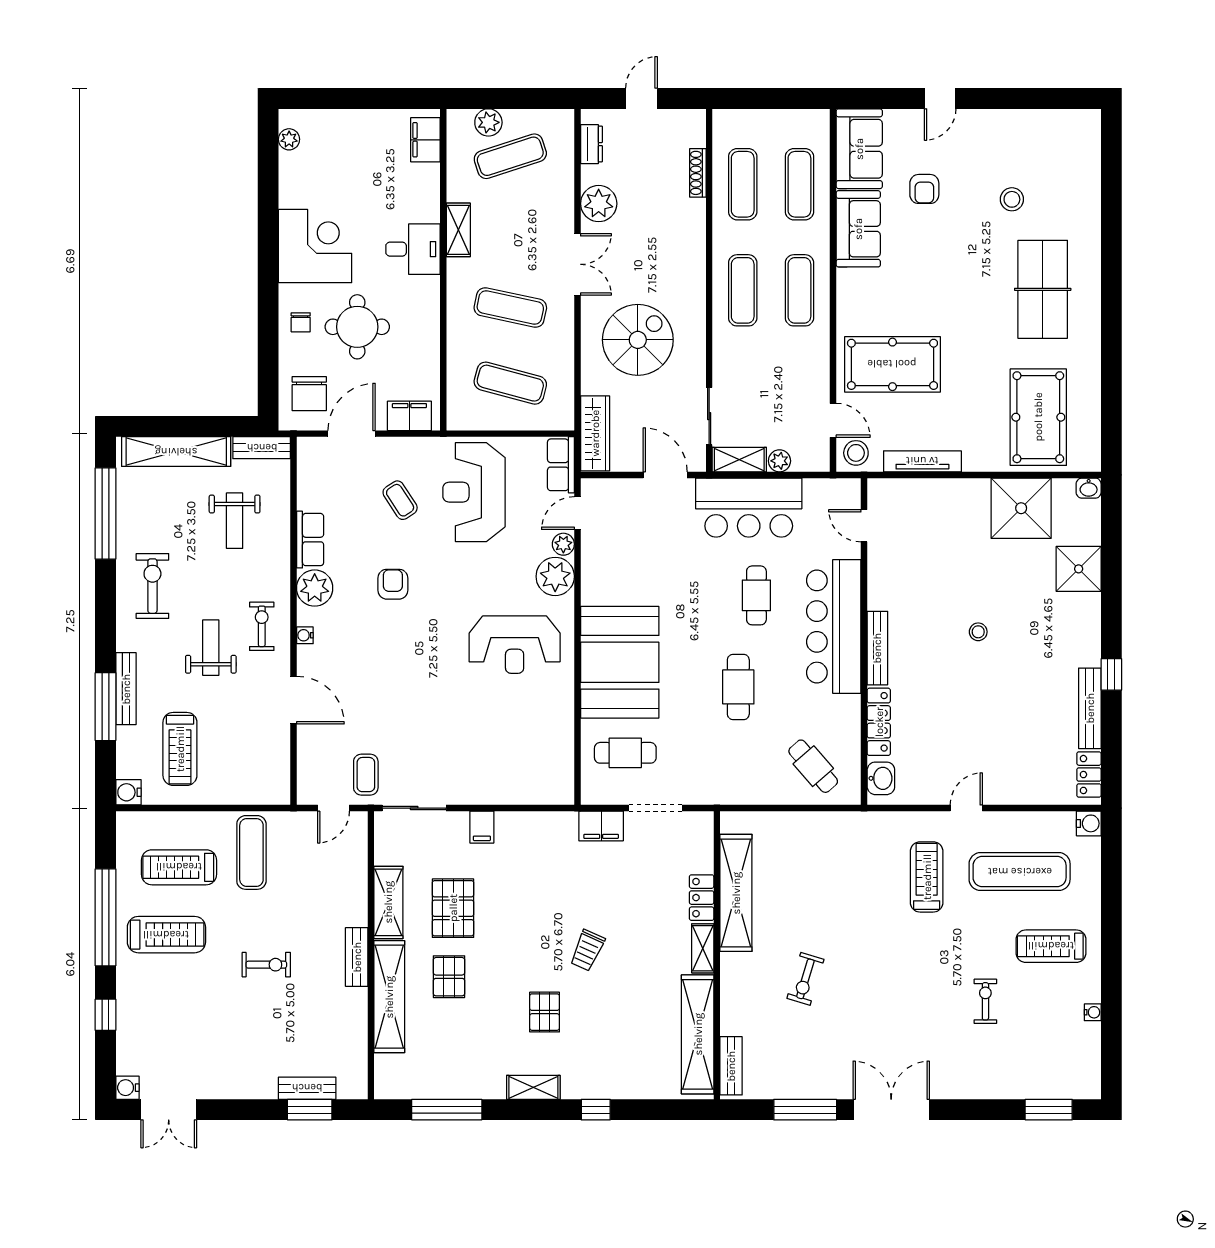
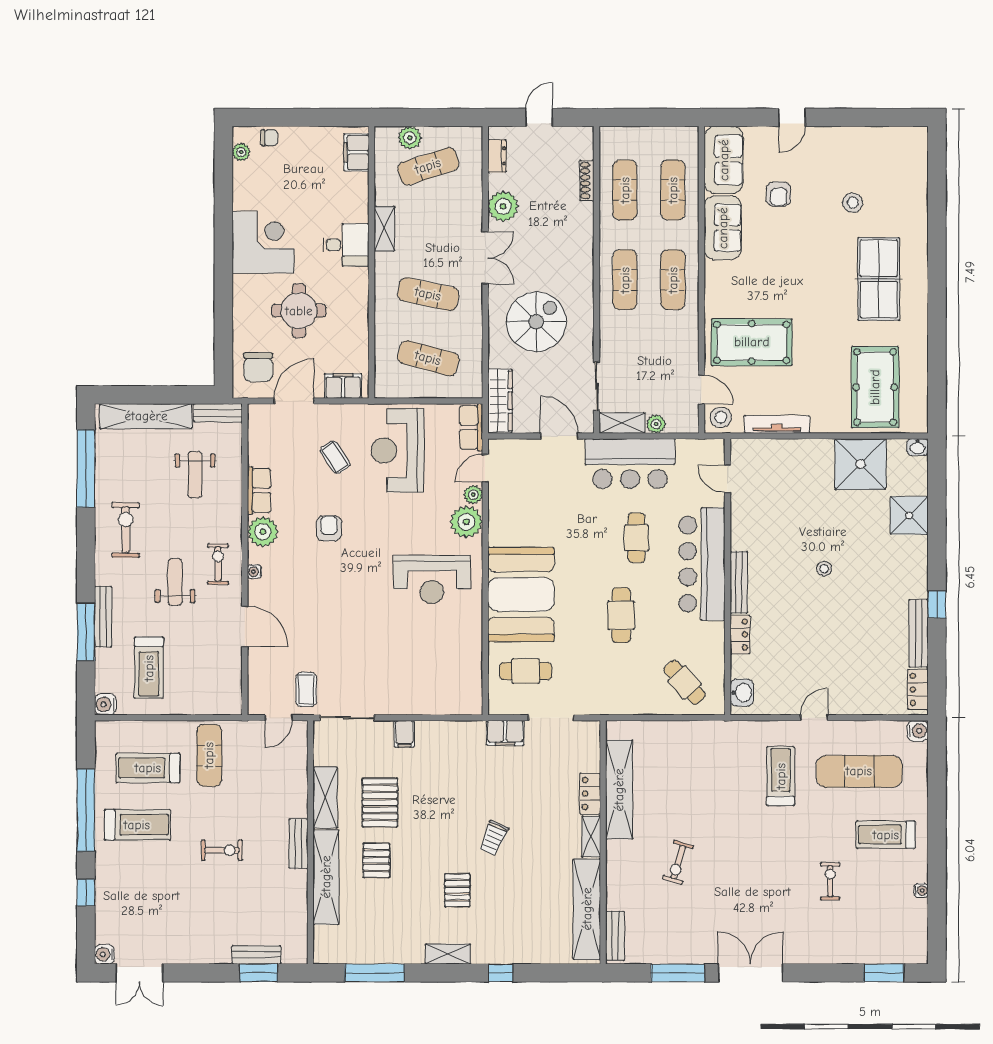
chair: (301, 322) -> (269, 138), moved, turned -90
locker: (879, 722) -> (740, 635), width x0.66

